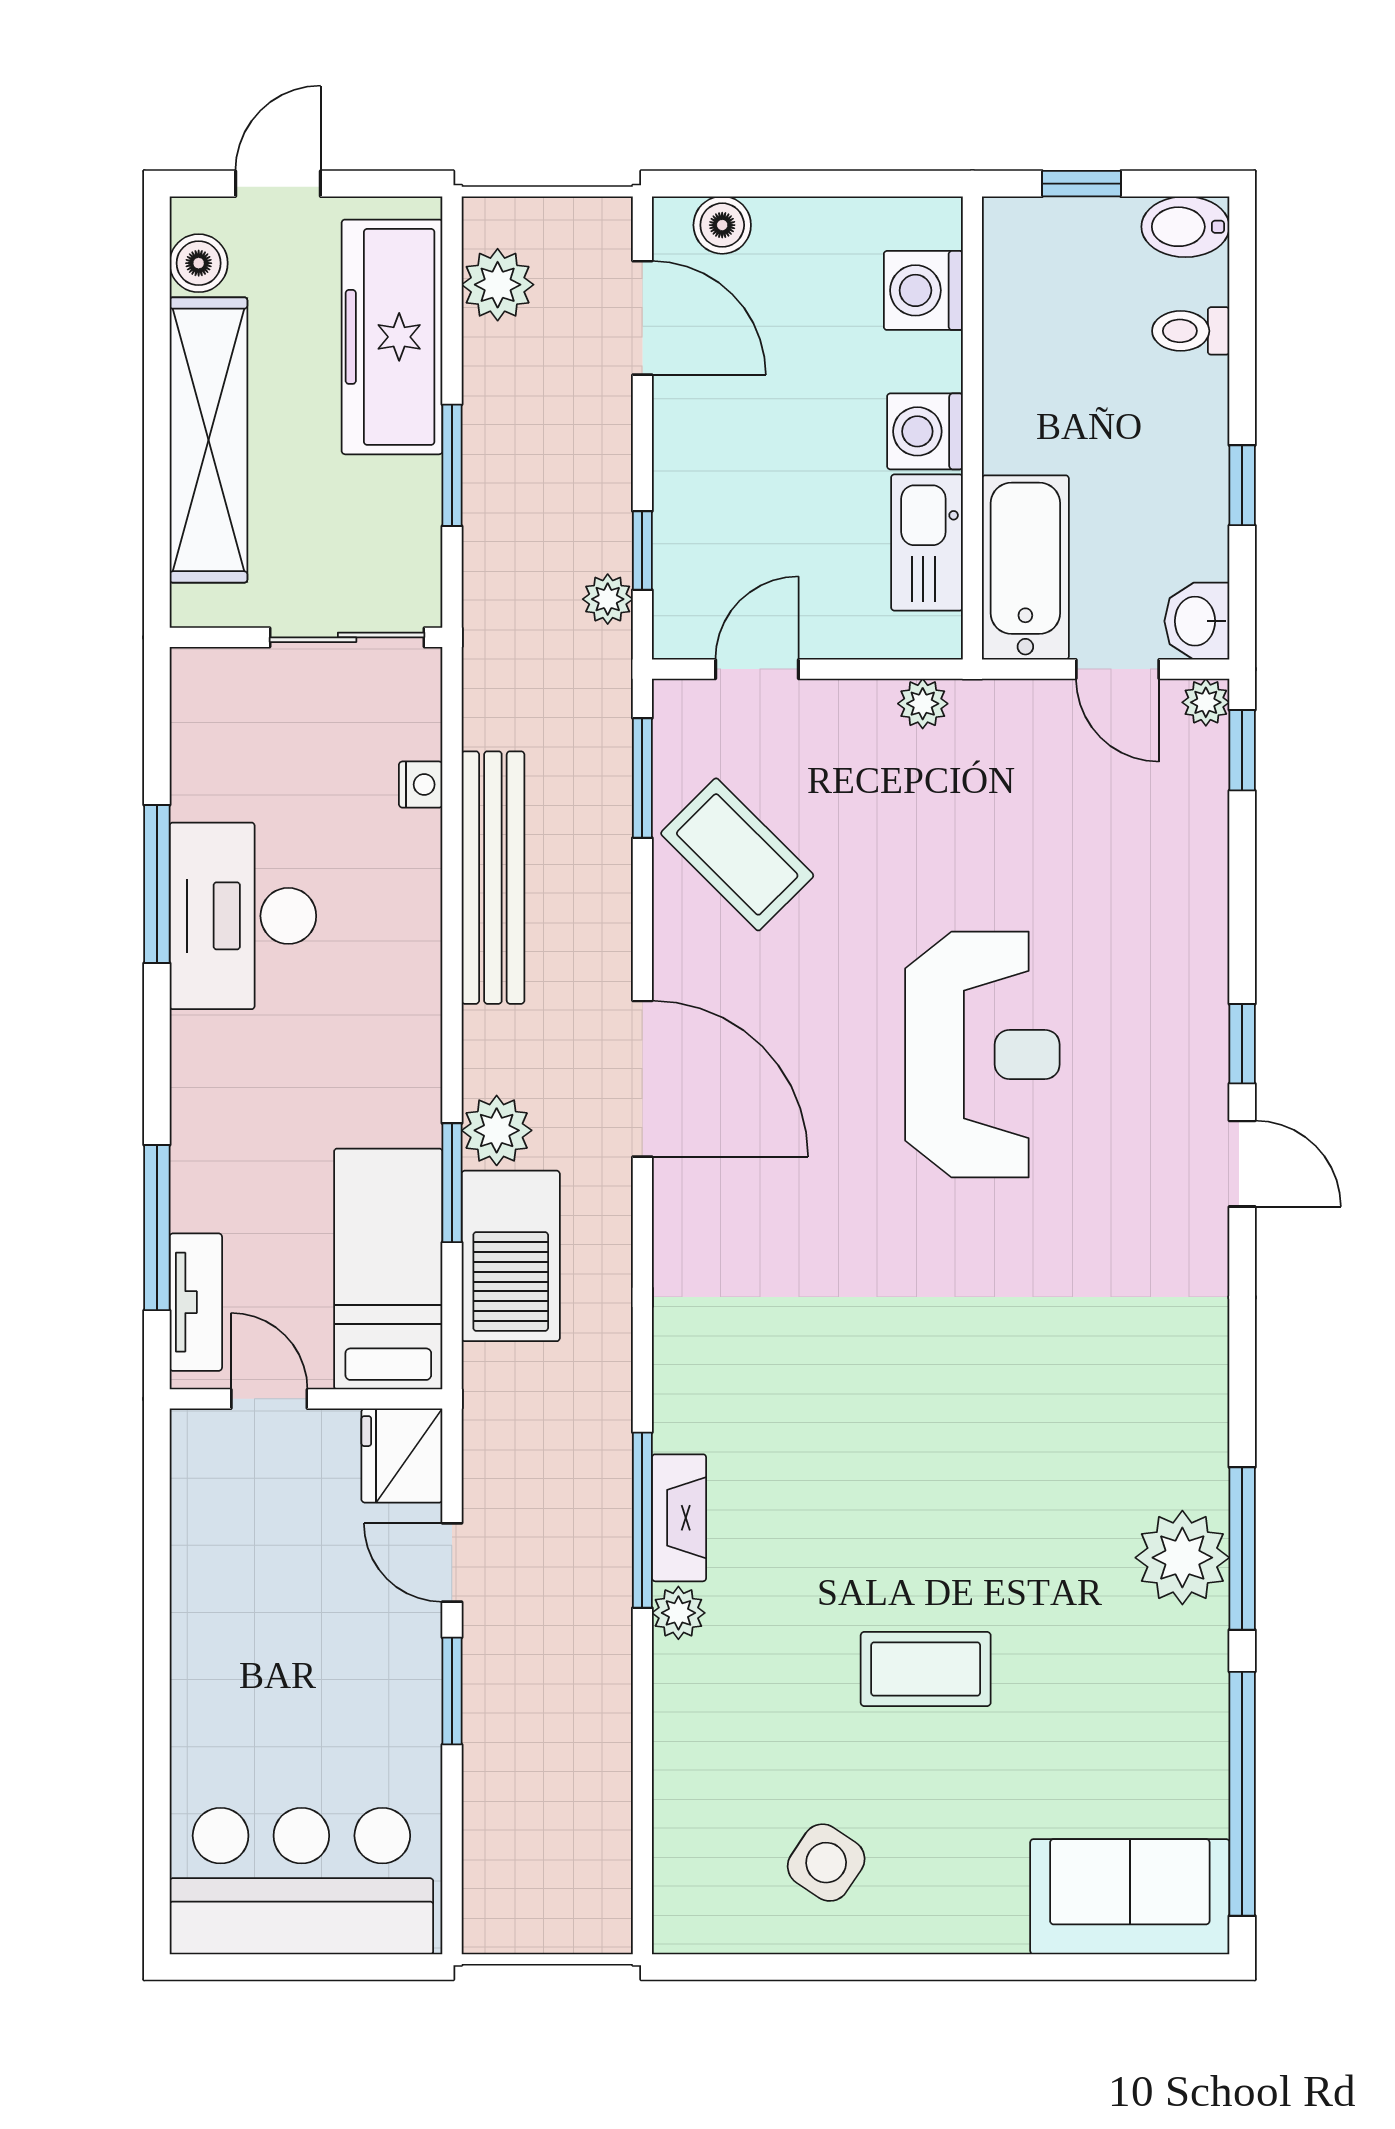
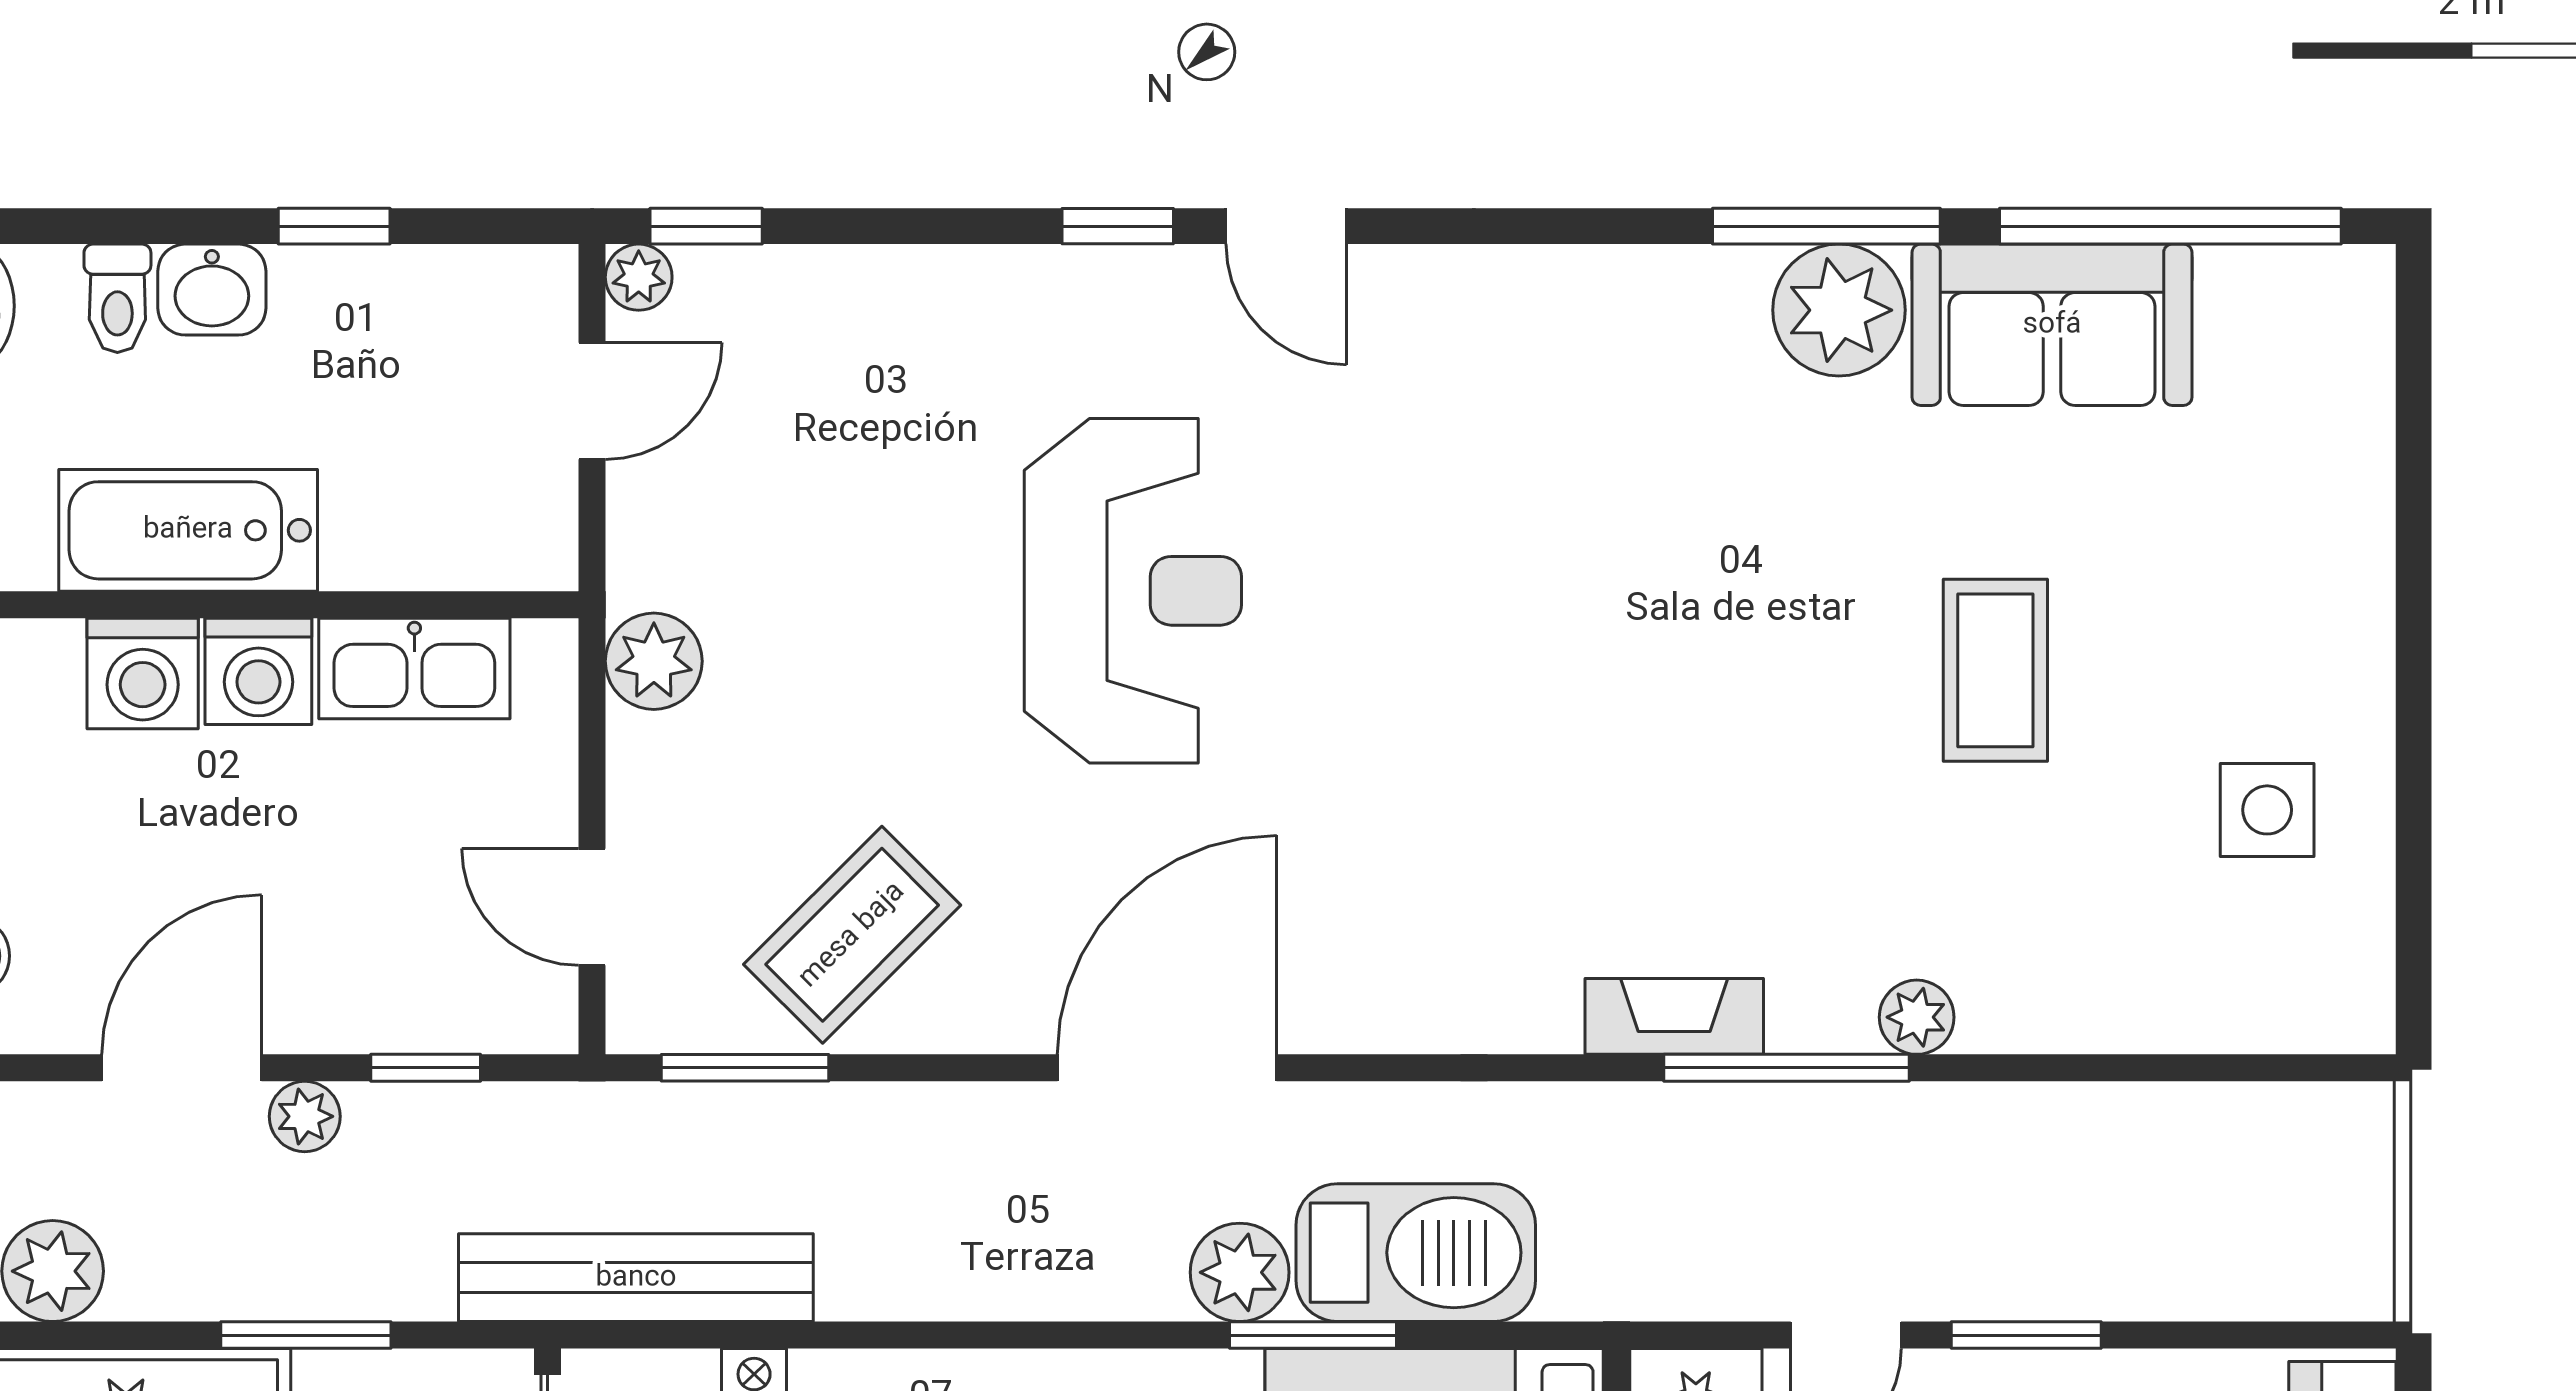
washing machine: (923, 290) -> (143, 674), moved
door: (642, 318) -> (182, 1068), moved
bathtub: (1025, 567) -> (188, 530), moved
plant: (608, 599) -> (305, 1116), moved
washbasin: (1197, 621) -> (212, 290), moved
plant: (923, 704) -> (654, 661), width x1.38, depth x1.38
bench: (493, 878) -> (636, 1278), moved
reception desk: (982, 1054) -> (1133, 591), turned 90
door: (1242, 1164) -> (1286, 226), swing flipped
fireplace: (679, 1518) -> (1674, 1016), moved
side table: (826, 1863) -> (2267, 810), turned -34
sofa: (1130, 1897) -> (2052, 325), moved, turned -90

